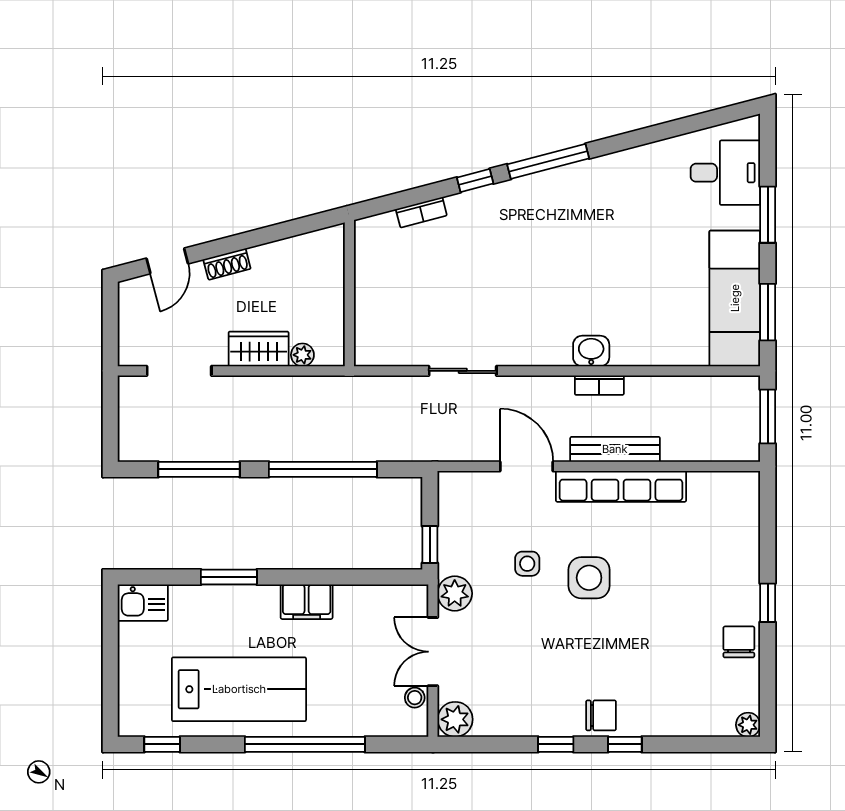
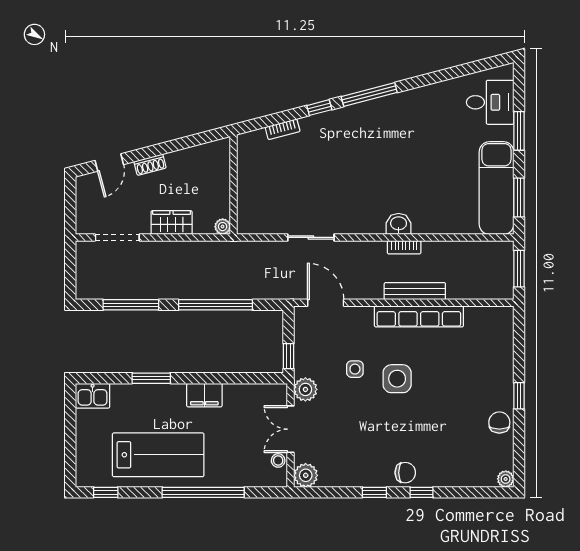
plant: (302, 355) -> (223, 227), moved
door: (527, 466) -> (326, 303), moved

